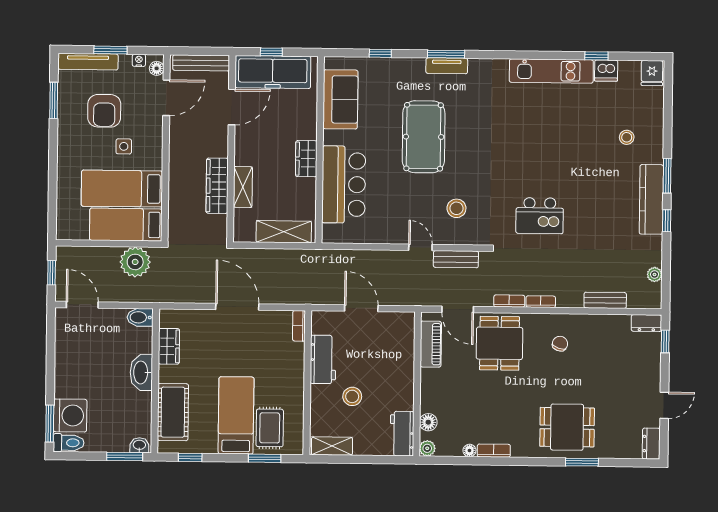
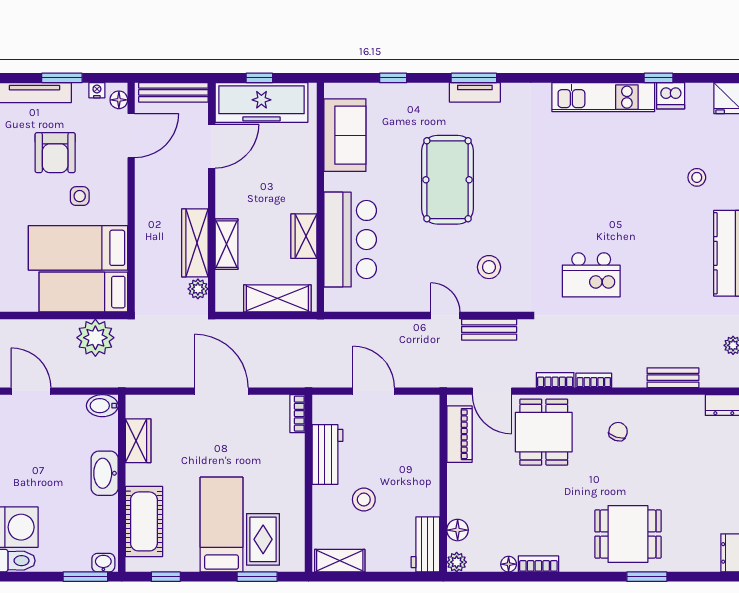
wardrobe: (306, 159) -> (304, 236), moved
plant: (219, 223) -> (198, 289), added

